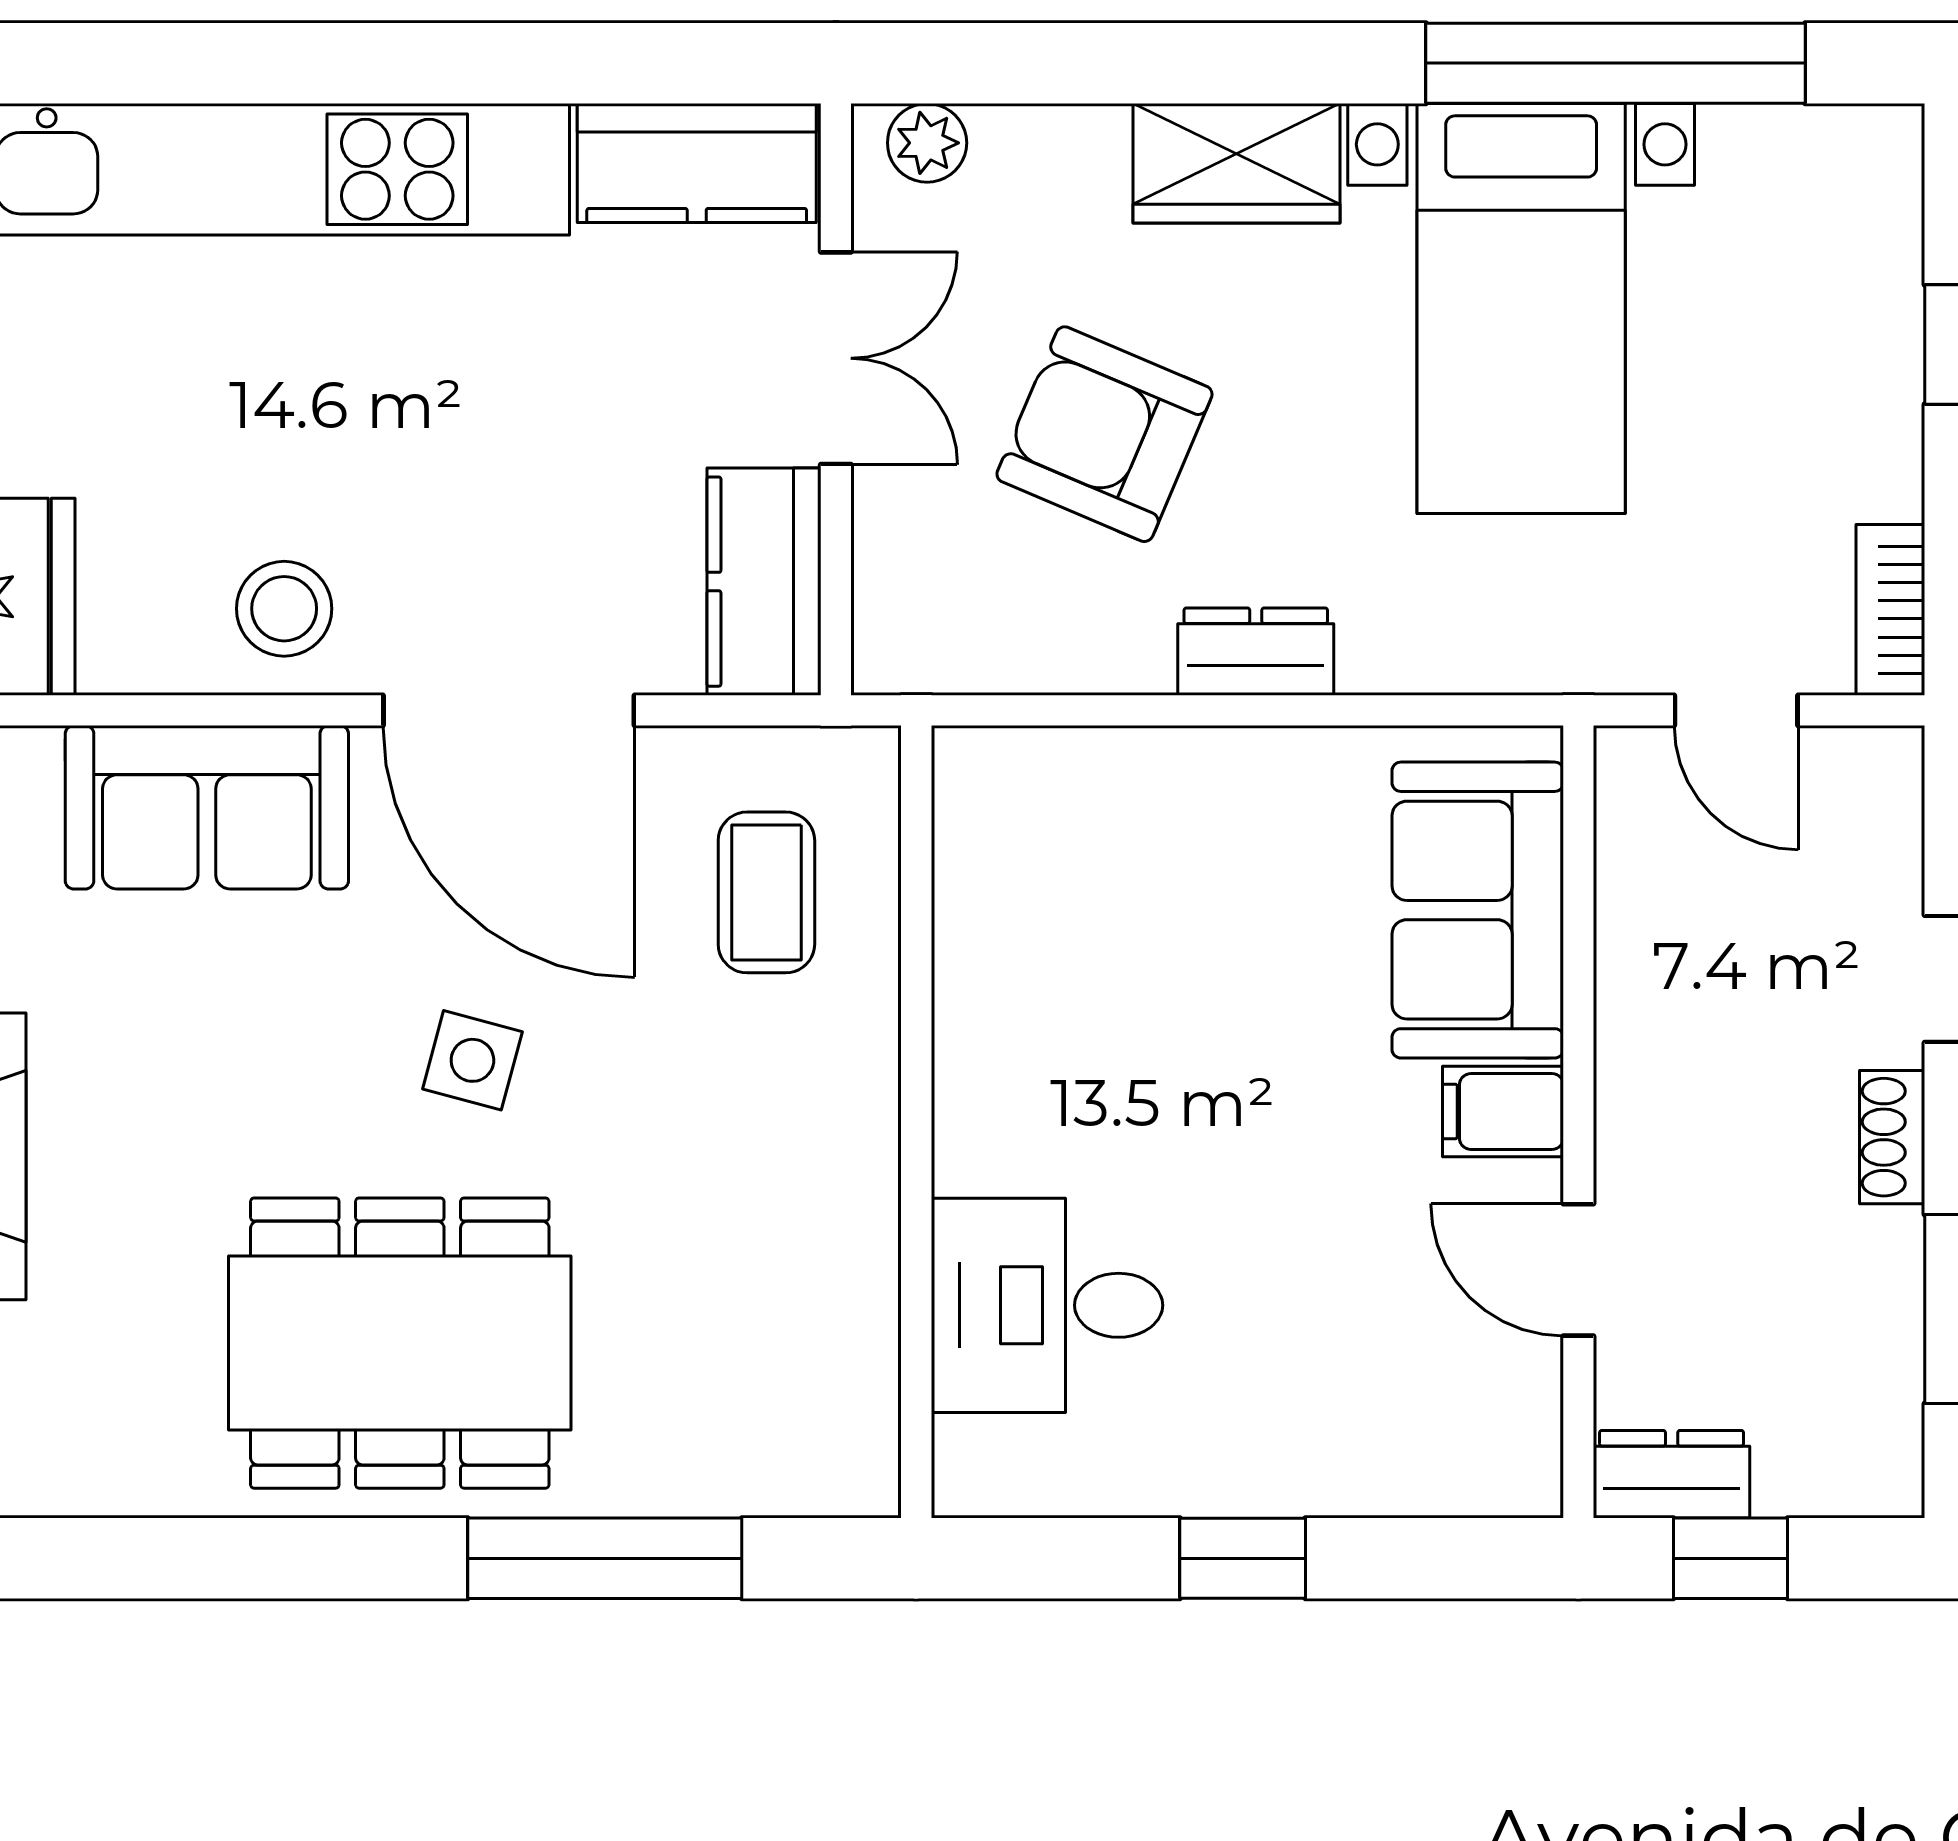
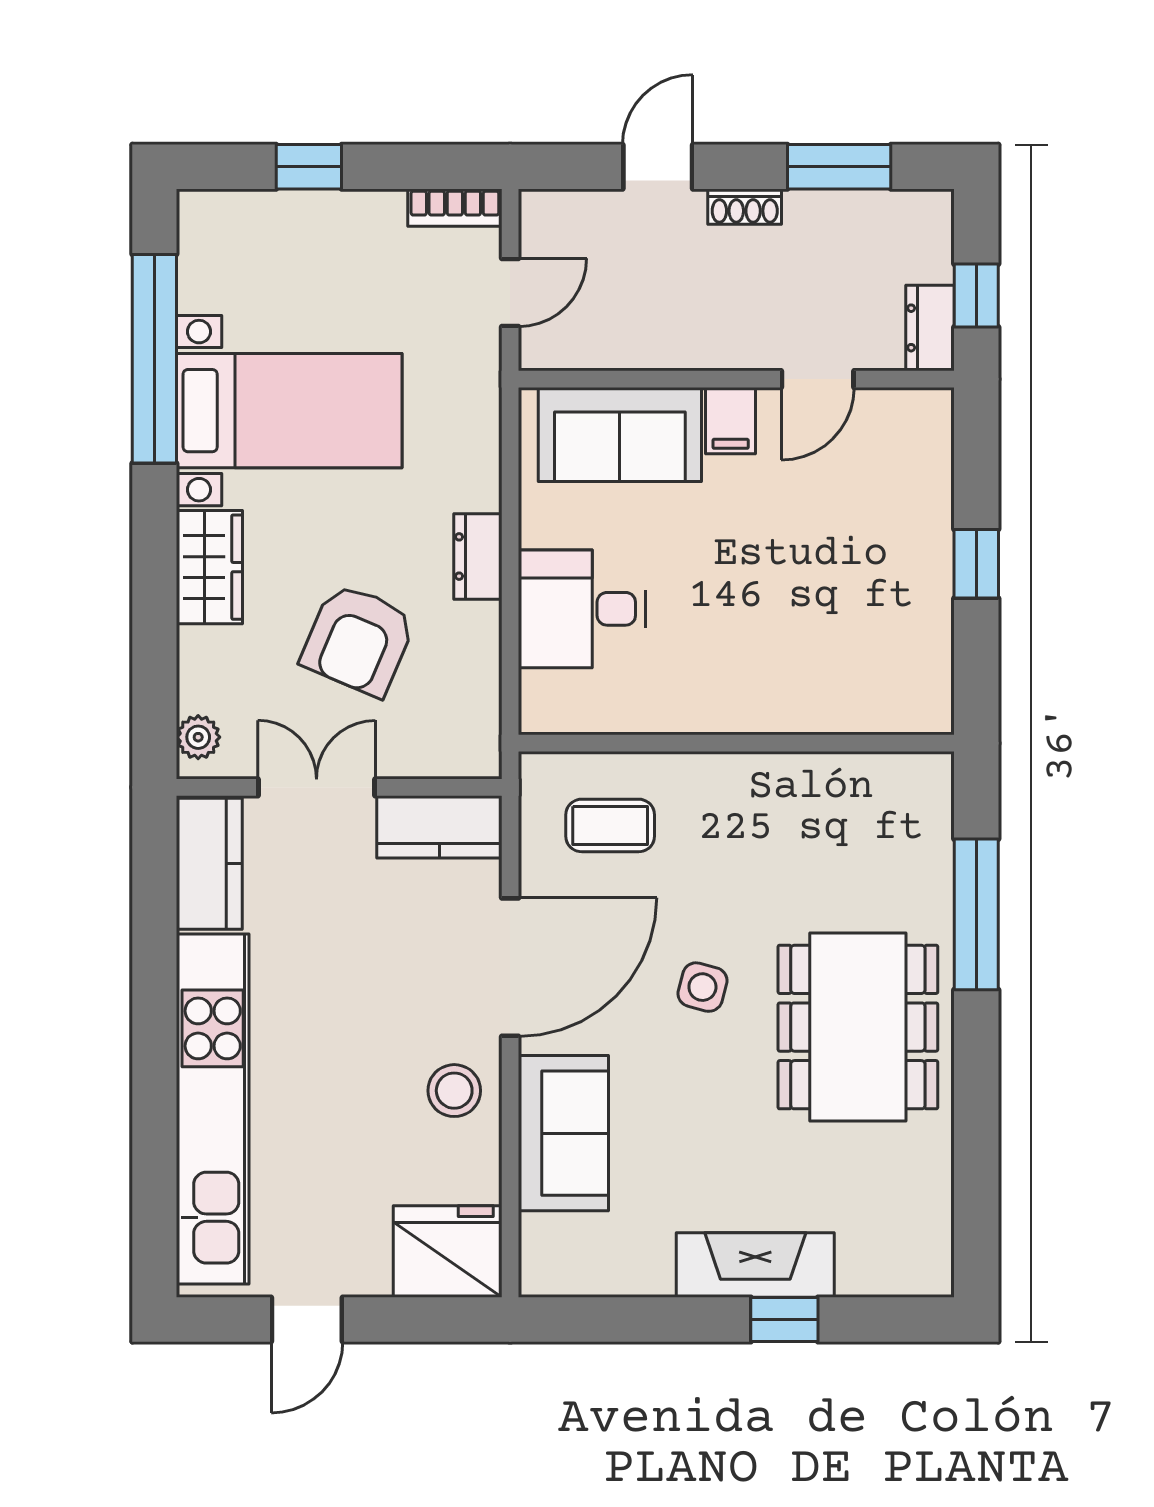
desk: (1047, 1305) -> (582, 609), moved, turned 90

